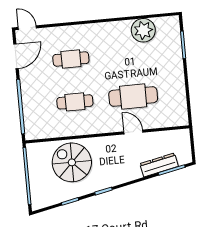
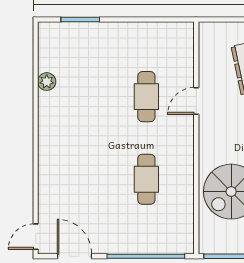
plant: (143, 30) -> (47, 82), width x0.53, depth x0.53
cafe table: (71, 59) -> (85, 179), removed
cafe table: (133, 96) -> (146, 97), width x0.73, depth x0.74

